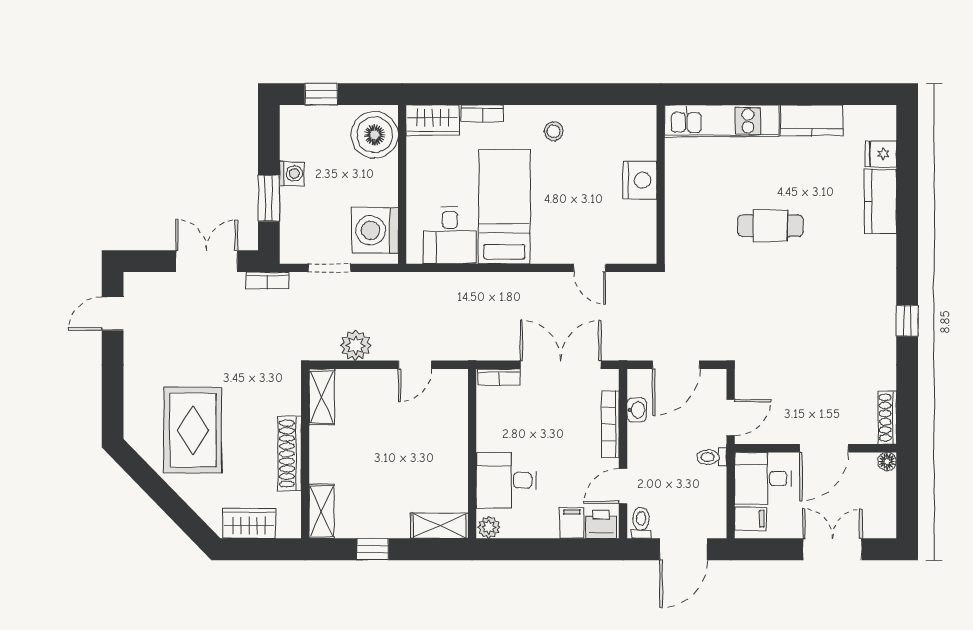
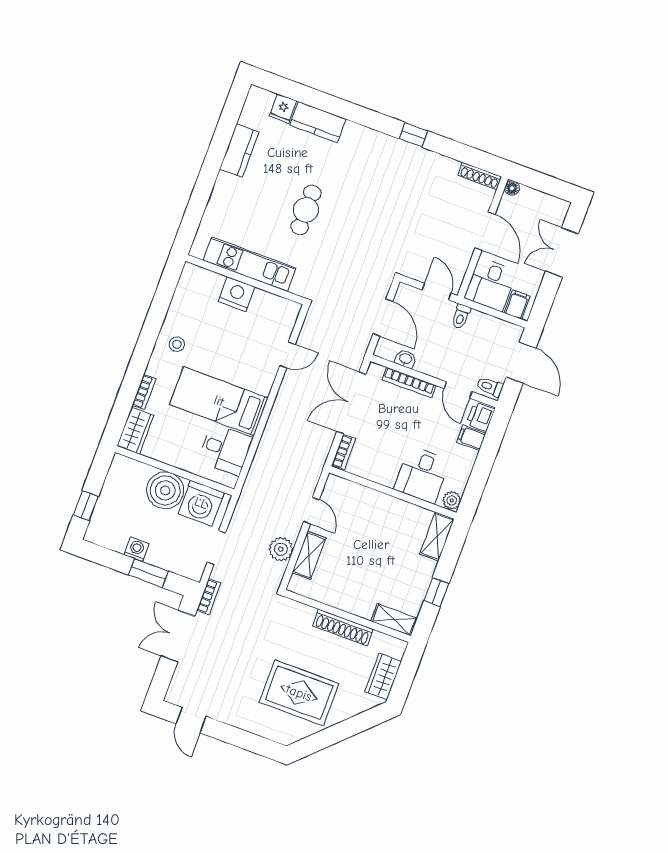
kitchen unit: (722, 121) -> (249, 264), moved, turned -90
boiler: (375, 135) -> (165, 490), moved
shelving: (322, 397) -> (309, 555), moved, turned 90

